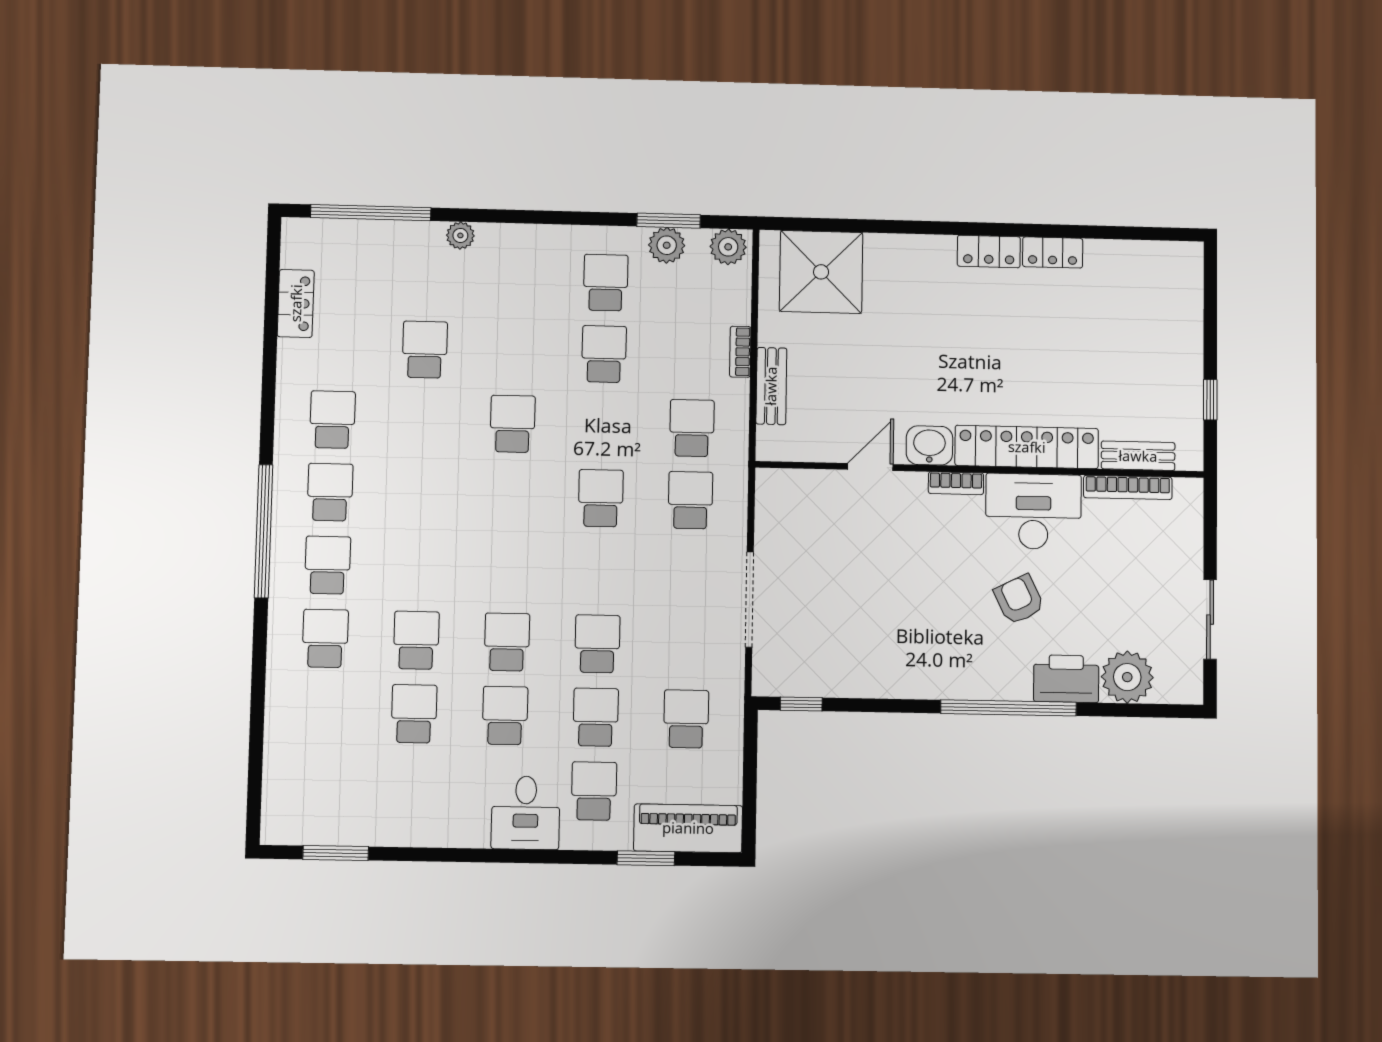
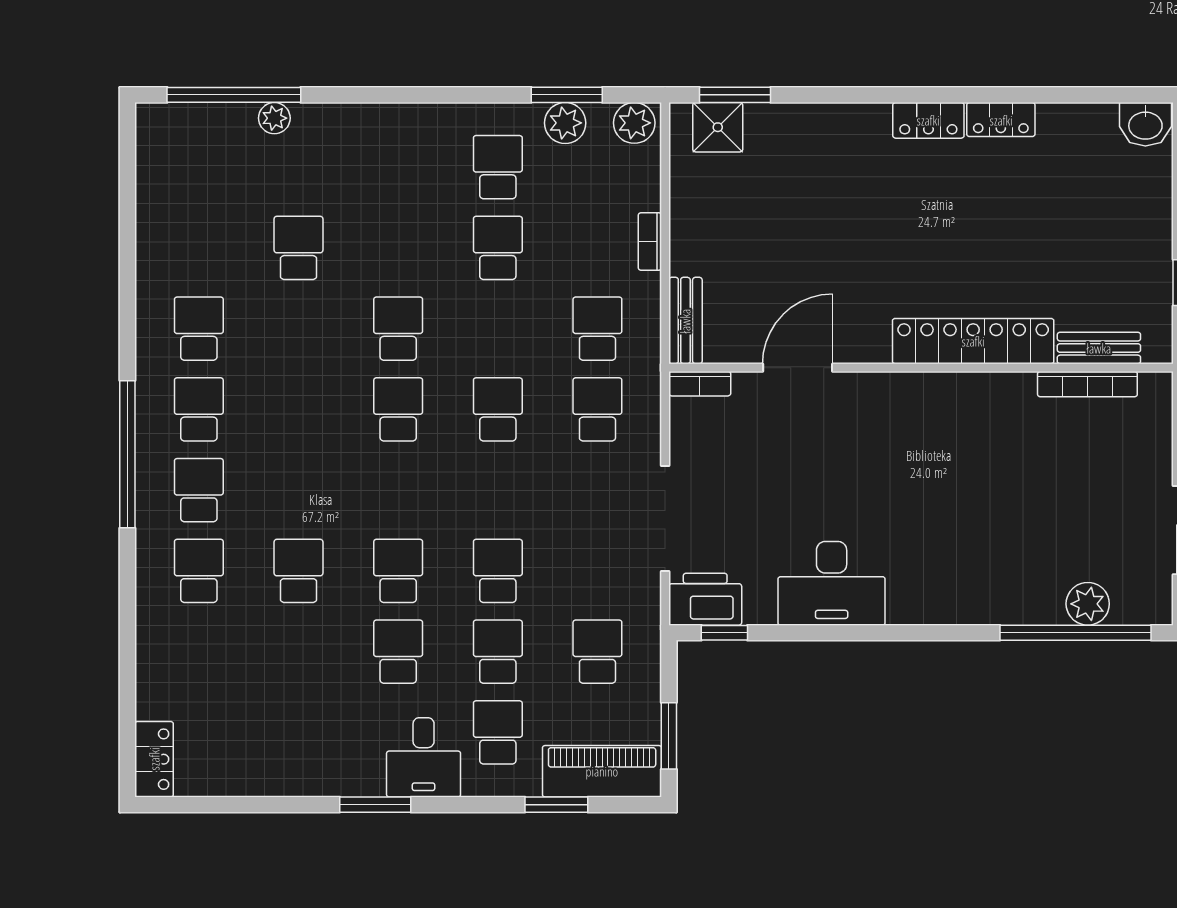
window: (818, 225) -> (735, 95), added
plant: (460, 235) -> (274, 118), moved
shower: (821, 272) -> (718, 127), width x0.54, depth x0.54
locker: (296, 303) -> (154, 759), moved
bench: (771, 386) -> (685, 321), moved
washbasin: (929, 445) -> (1145, 124), moved, turned 180
door: (870, 467) -> (798, 368), width x1.38
bookcase: (956, 483) -> (700, 384), moved
desk: (1033, 511) -> (832, 583), moved, turned 180
armchair: (1019, 599) -> (966, 512), removed
plant: (1127, 677) -> (1088, 604), width x0.73, depth x0.73
printer: (1066, 679) -> (705, 599), moved
window: (1009, 708) -> (1076, 633), moved
school desk: (414, 714) -> (398, 409), moved
window: (749, 797) -> (669, 736), added
window: (336, 853) -> (375, 805), moved

